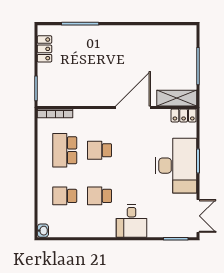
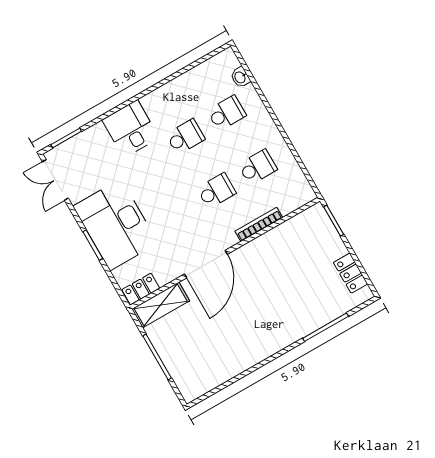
bookcase: (55, 113) -> (259, 224), moved
school desk: (65, 150) -> (258, 167), width x0.54
washbasin: (43, 231) -> (240, 77), moved

